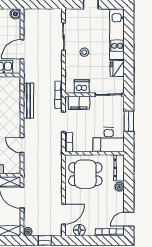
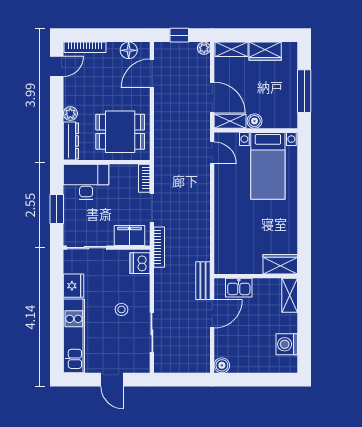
dishwasher: (82, 87) -> (140, 263), moved, turned 90
bench: (28, 101) -> (203, 281), moved, width x0.73
door: (22, 145) -> (212, 153), moved

